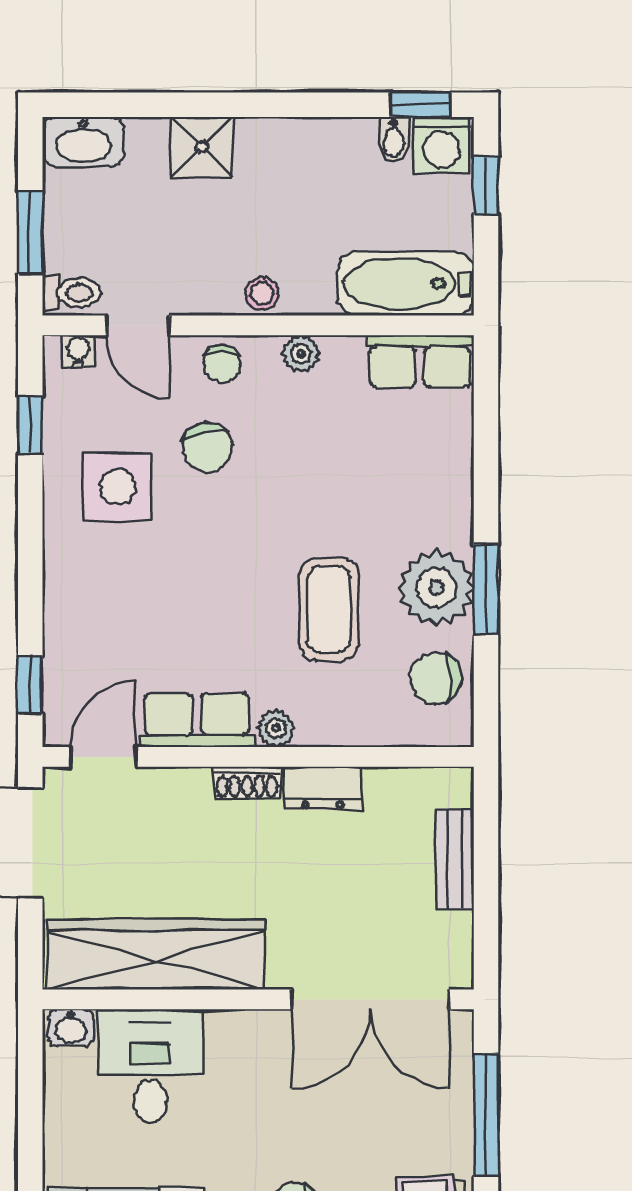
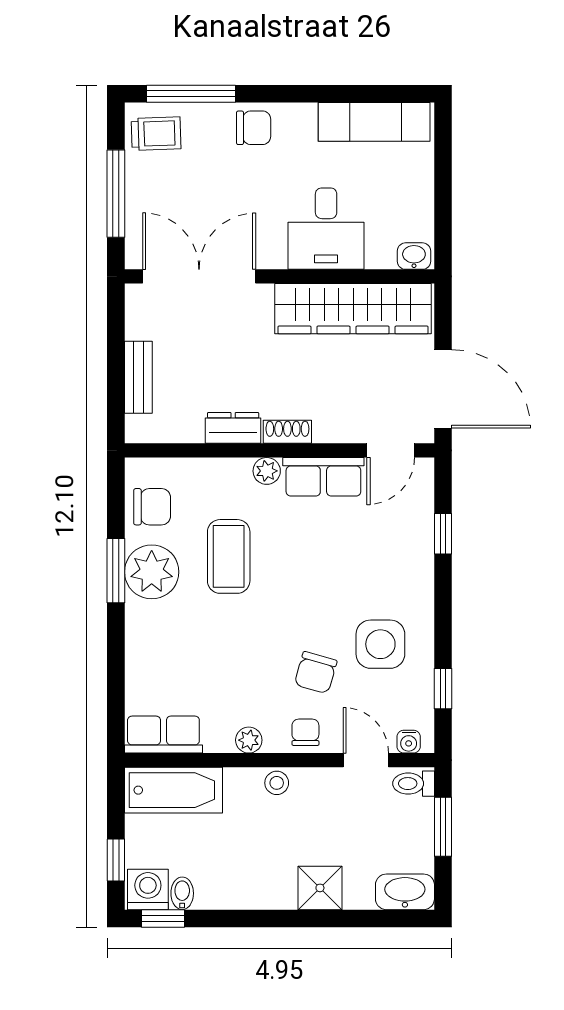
chair: (208, 447) -> (316, 673), turned -150
window: (30, 685) -> (443, 534), moved
desk: (150, 1066) -> (326, 229), moved

